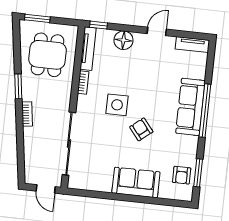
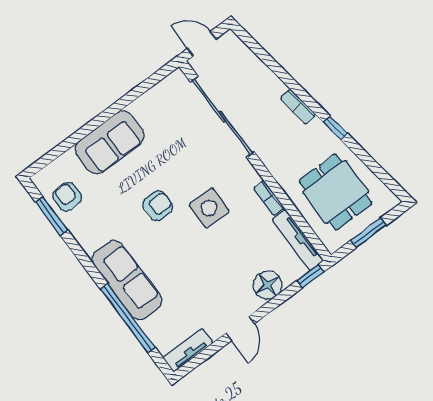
window: (37, 18) -> (368, 233), moved
window: (18, 86) -> (336, 128), width x0.67
window: (205, 111) -> (128, 318), moved
armchair: (141, 129) -> (158, 206), turned -51

